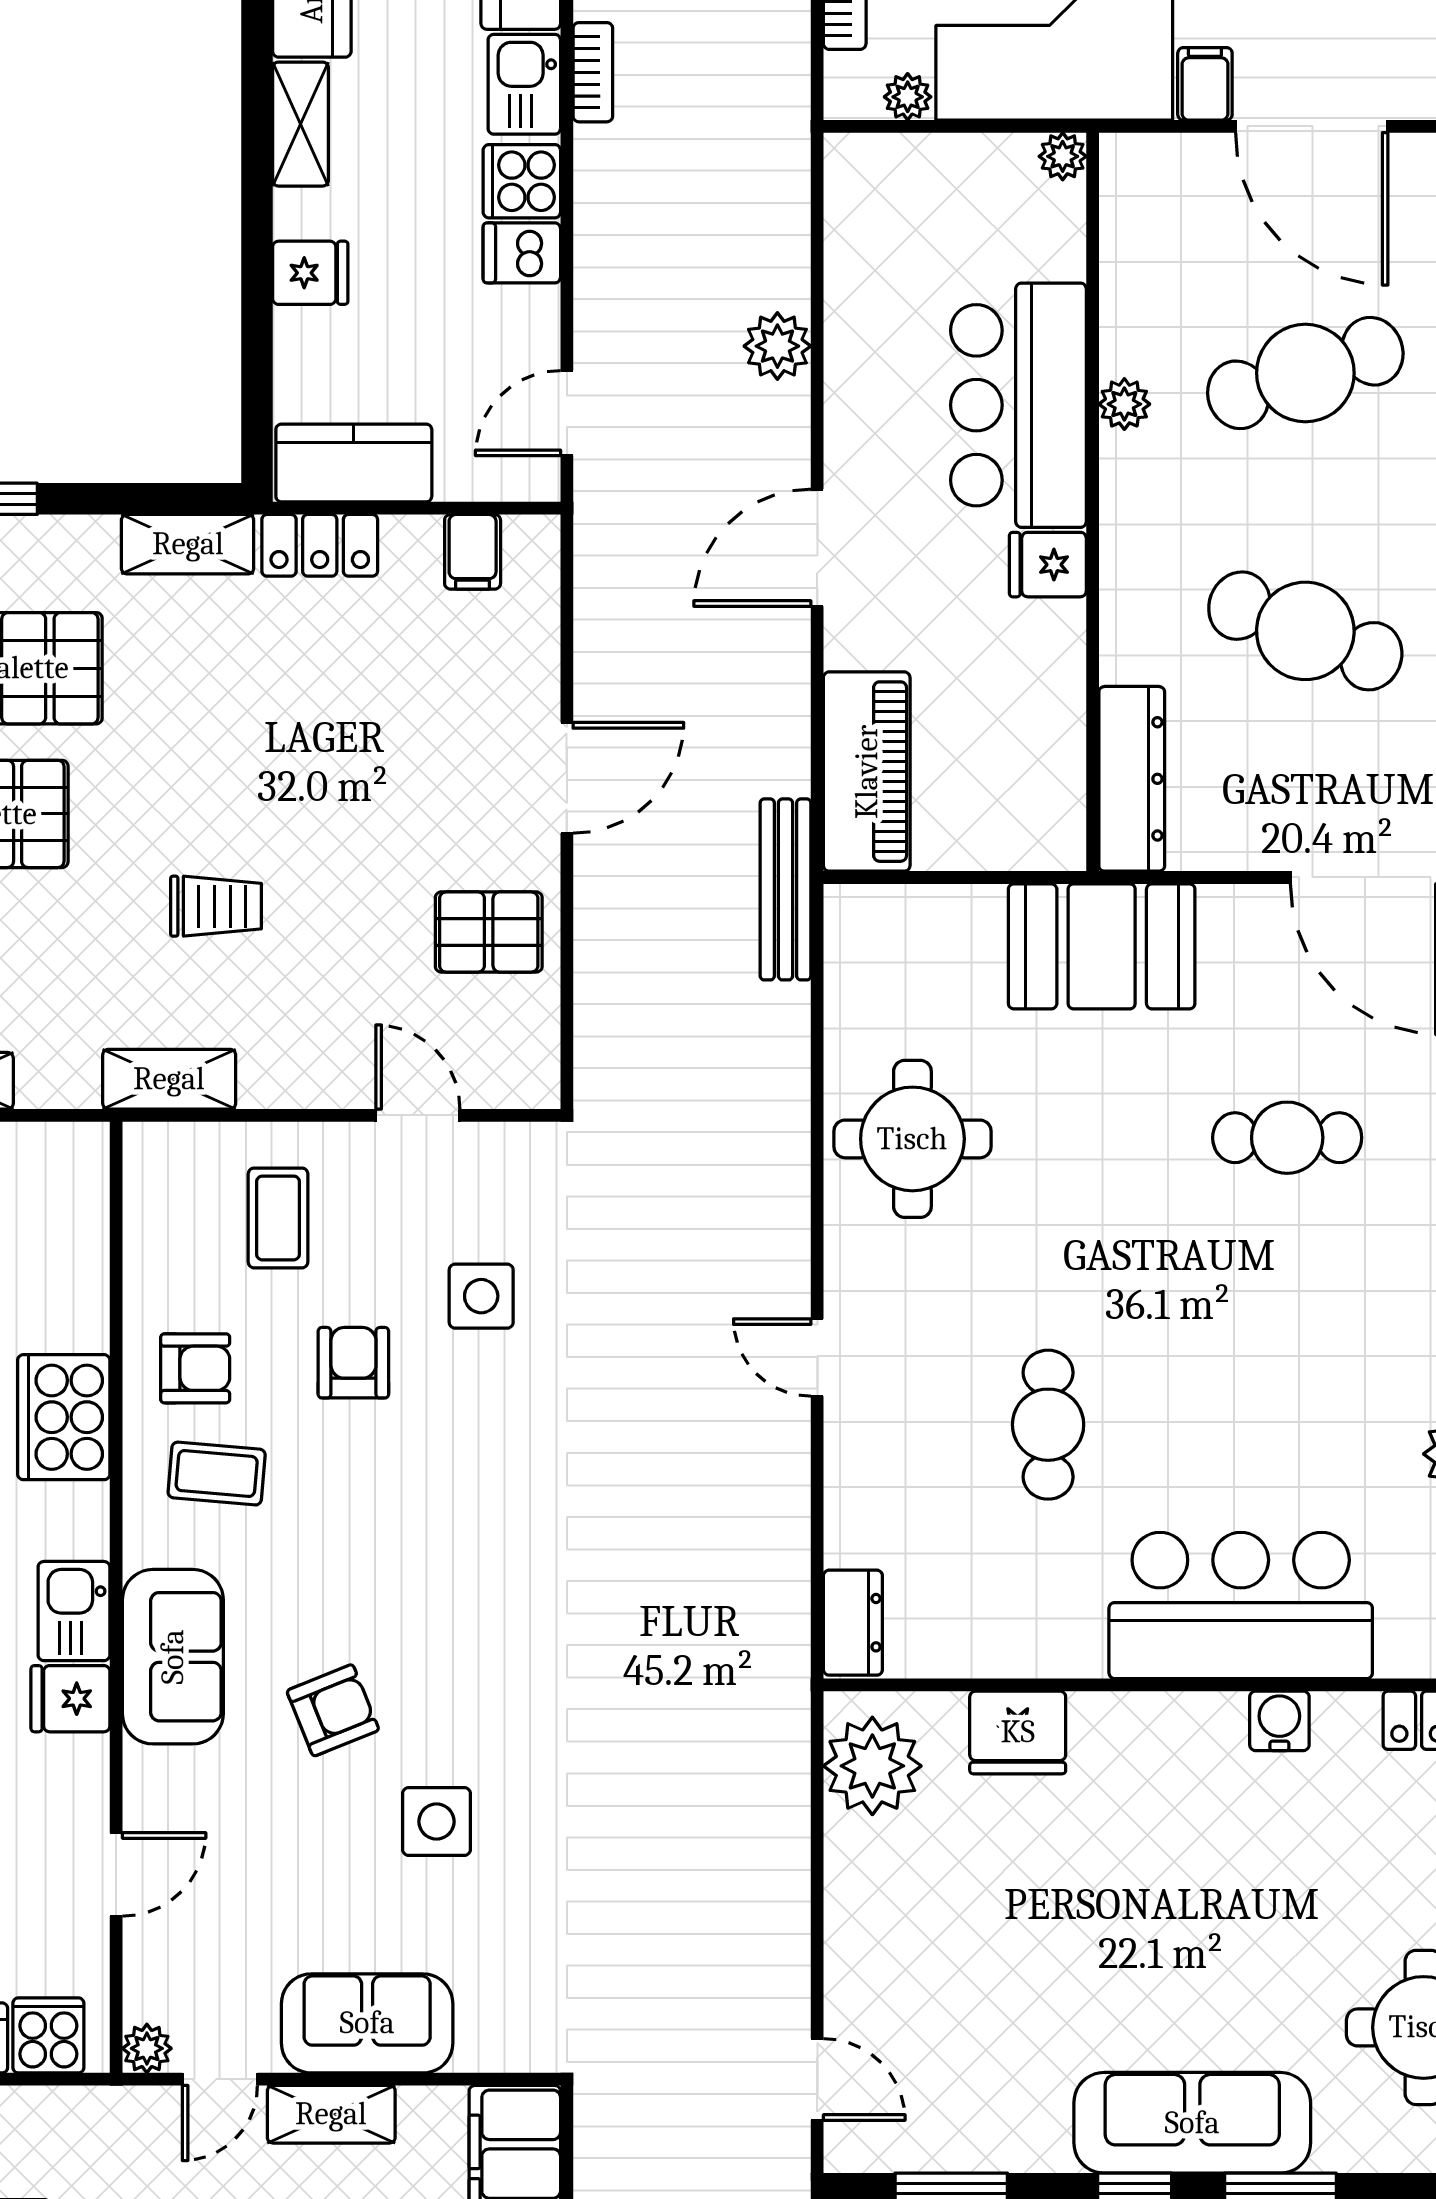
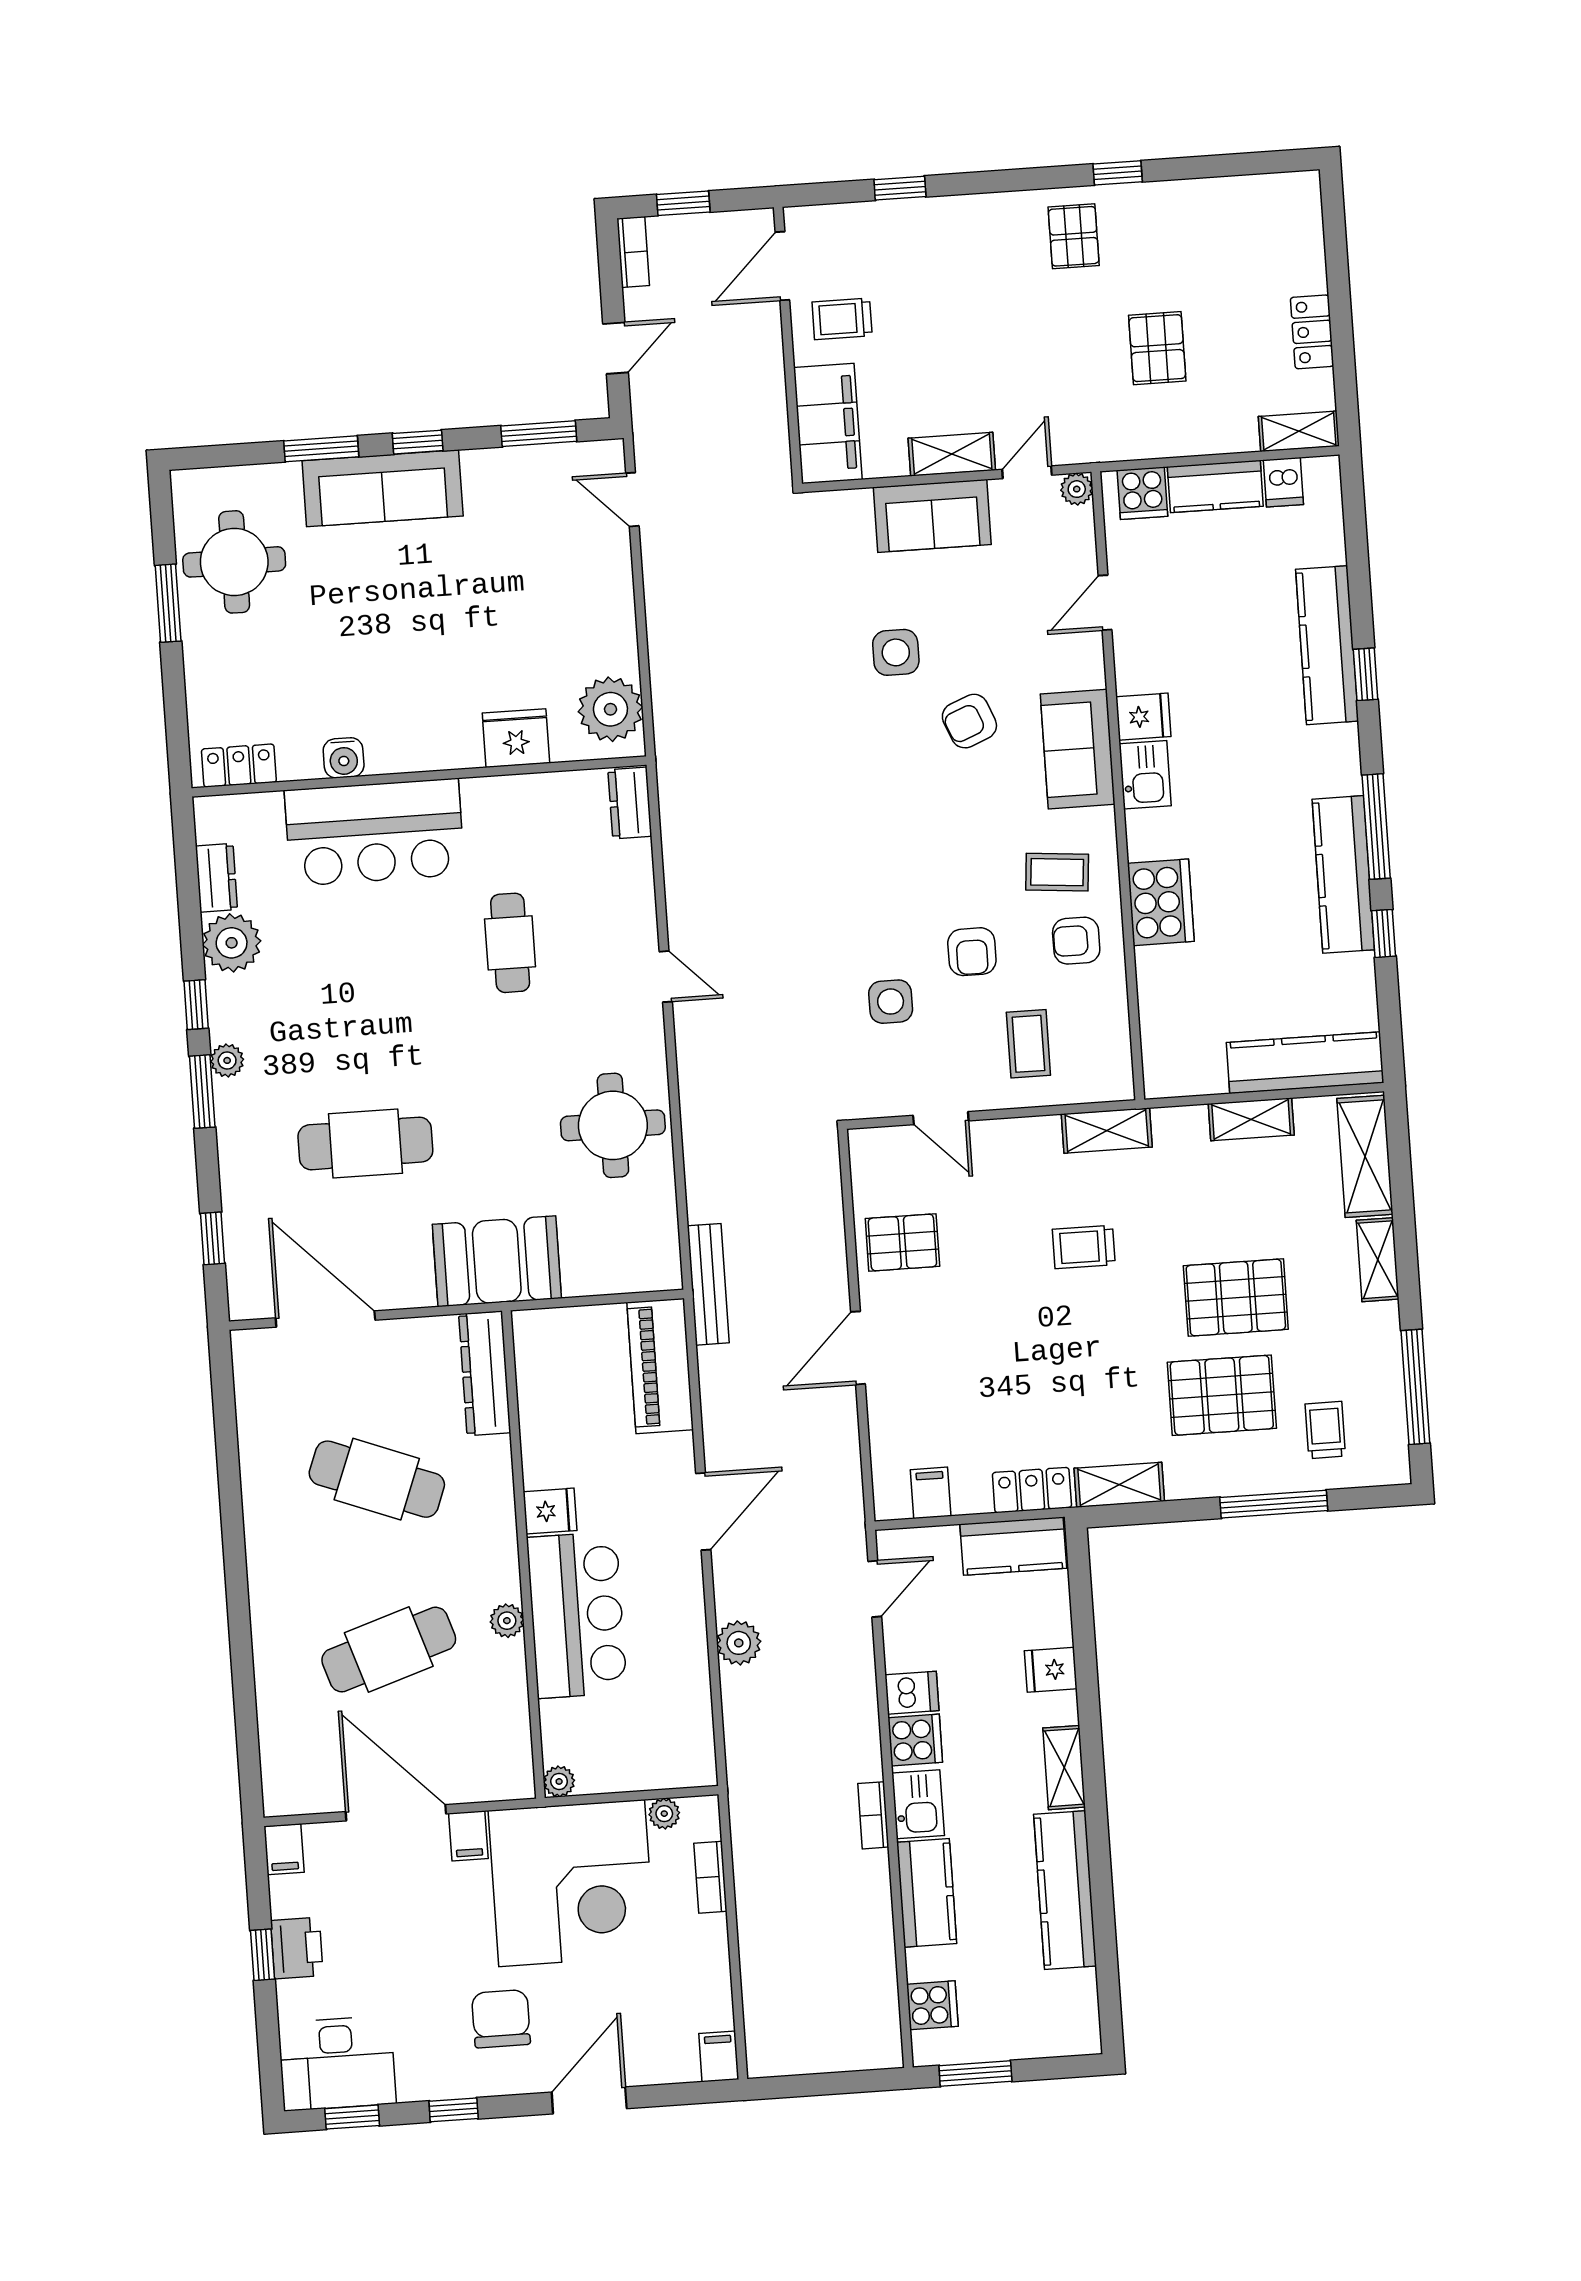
cafe table: (1287, 1138) -> (365, 1143), width x1.37, depth x1.35

